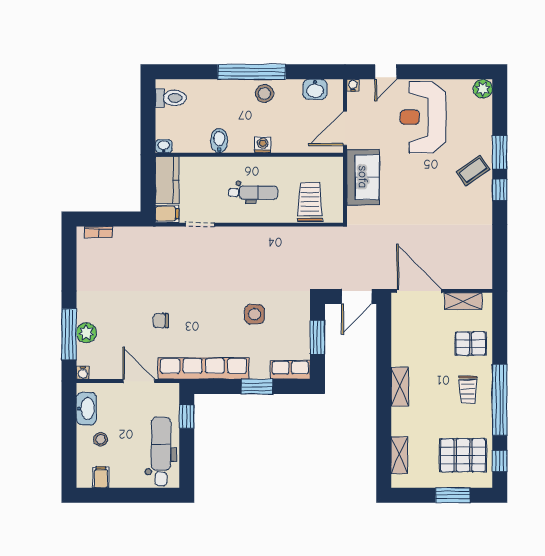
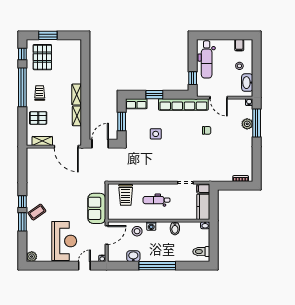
washbasin: (315, 89) -> (133, 256), moved
stool: (264, 93) -> (137, 231), moved
shelving: (399, 455) -> (77, 116), moved
pallet: (463, 455) -> (42, 57), turned 90

